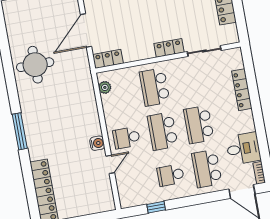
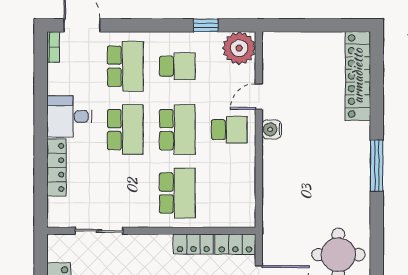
locker: (169, 48) -> (193, 244), moved
plant: (105, 87) -> (239, 48), moved, width x1.88, depth x1.88
desk: (243, 149) -> (69, 116), moved

